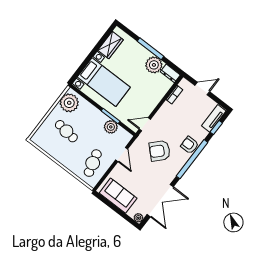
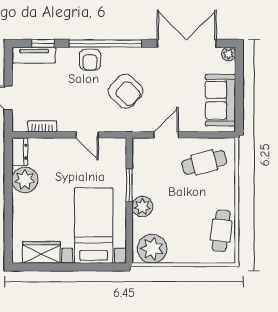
window: (150, 49) -> (8, 199), removed
door: (145, 124) -> (87, 135), moved
plant: (111, 127) -> (142, 206), moved
cafe table: (66, 131) -> (221, 231), moved

